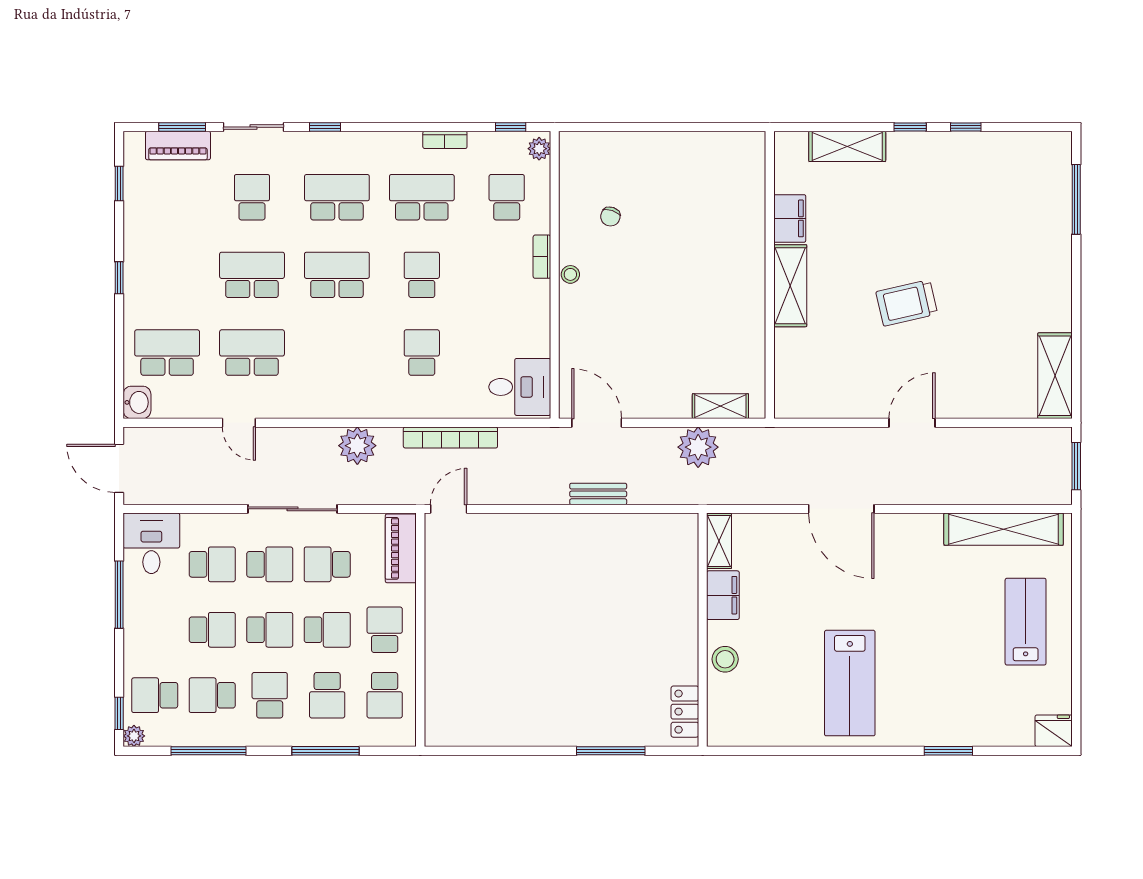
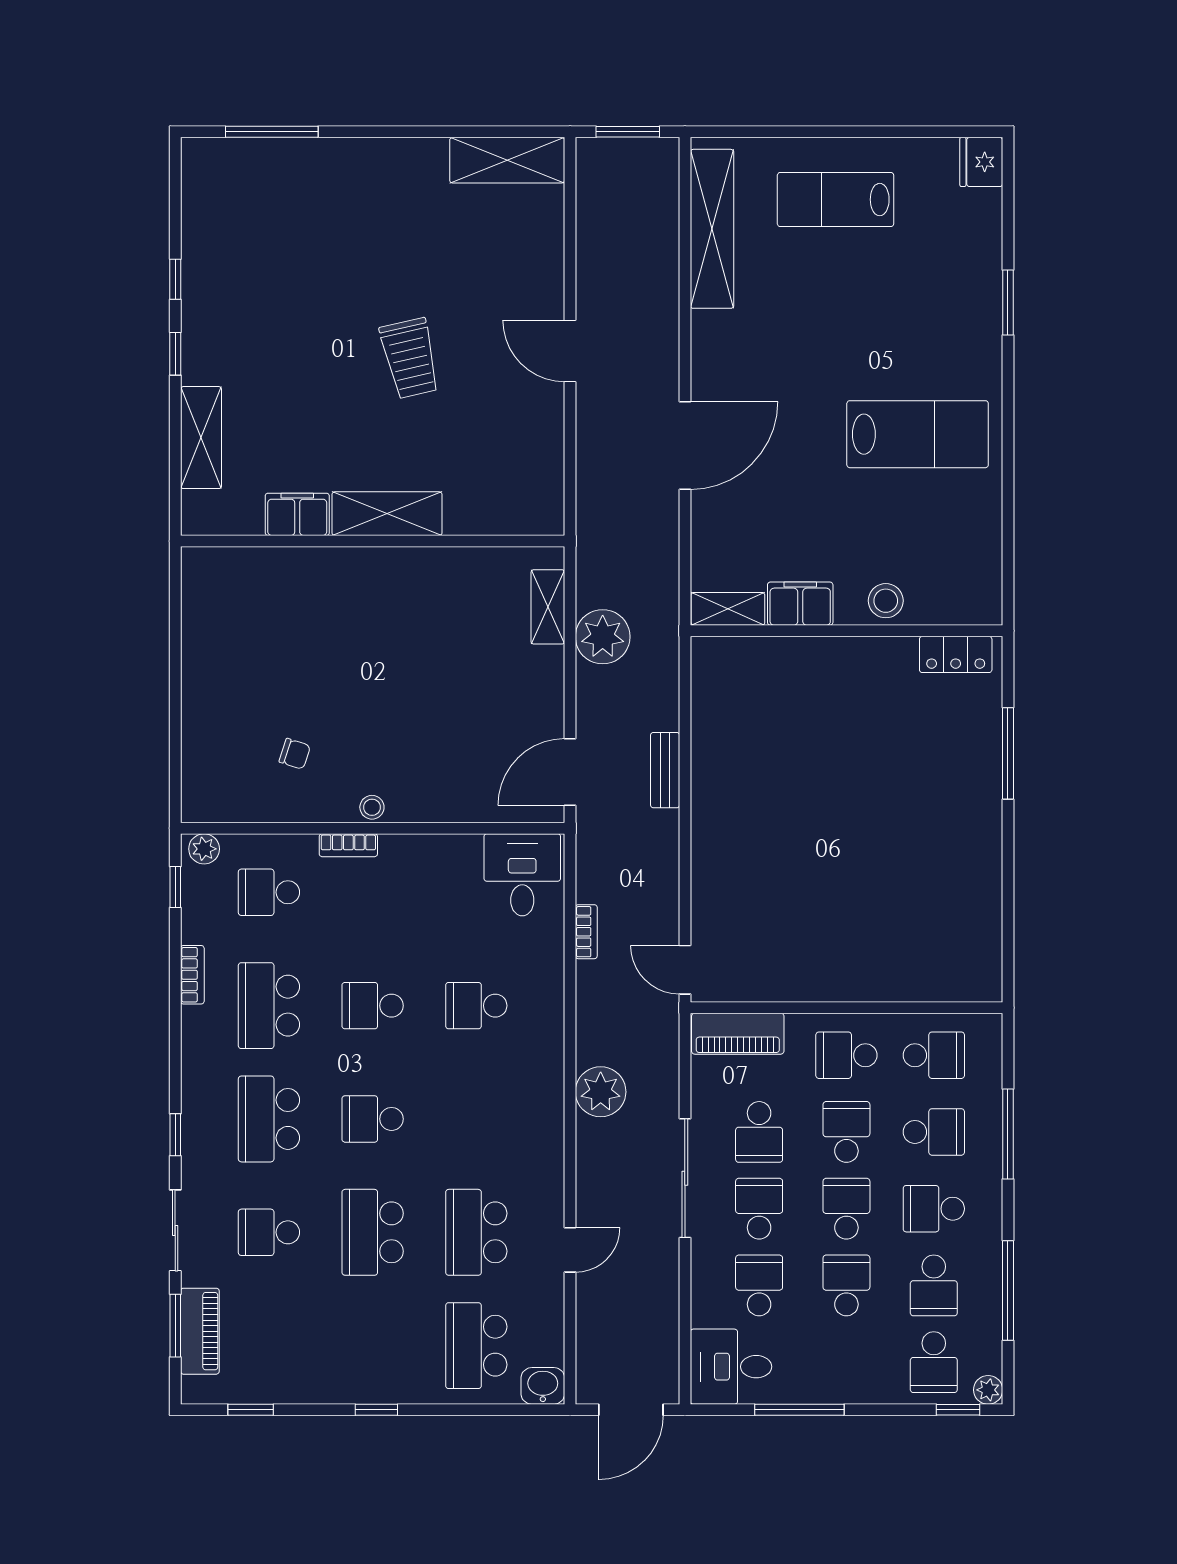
school desk: (337, 275) -> (373, 1119), width x0.54
bookcase: (450, 437) -> (586, 932), width x0.43, depth x0.76

